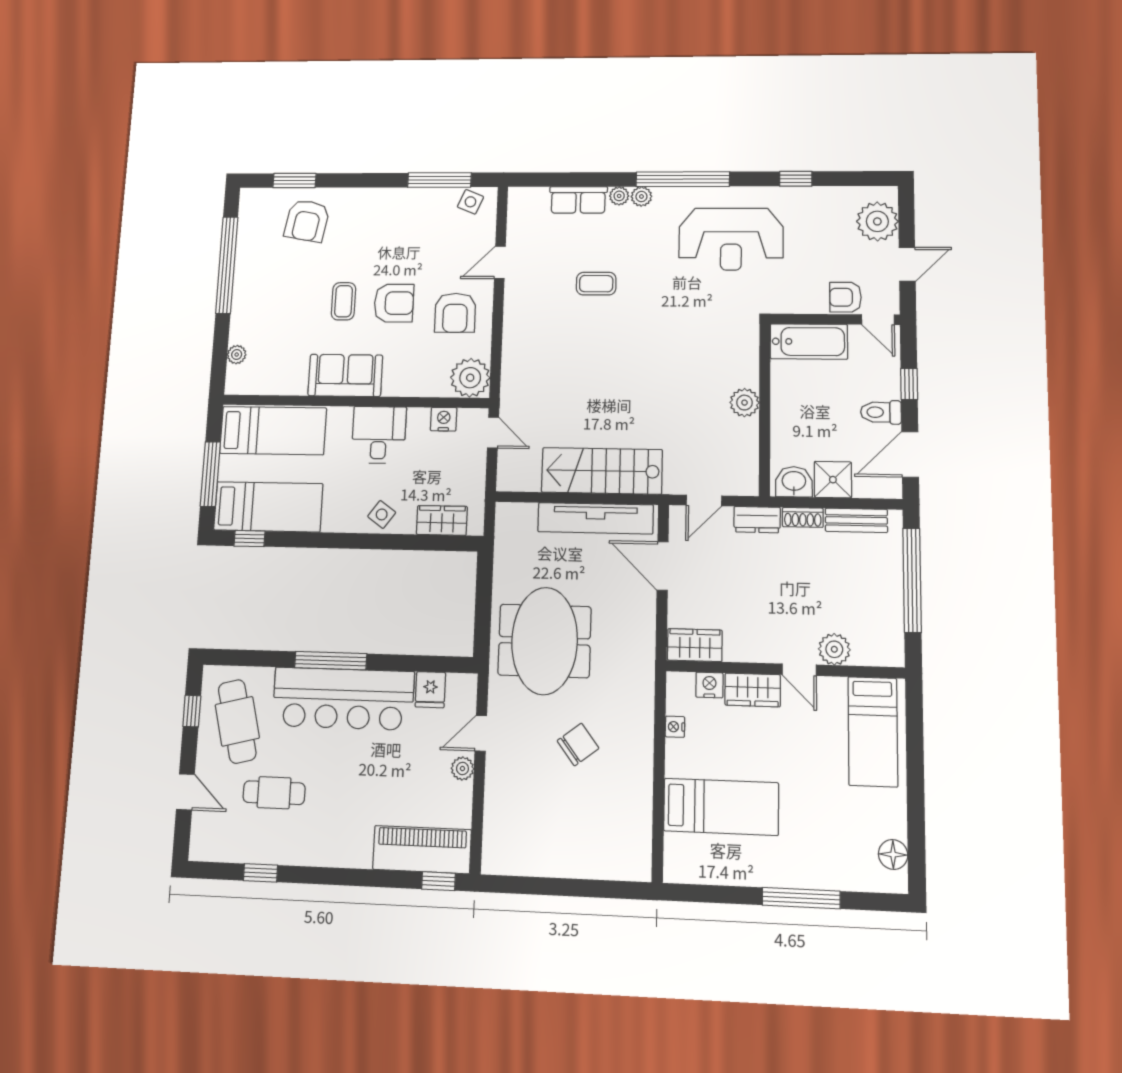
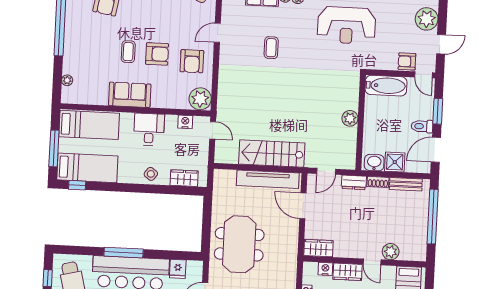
coffee table: (596, 284) -> (271, 48), turned 90
window: (909, 384) -> (438, 111), width x1.50

